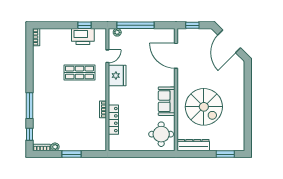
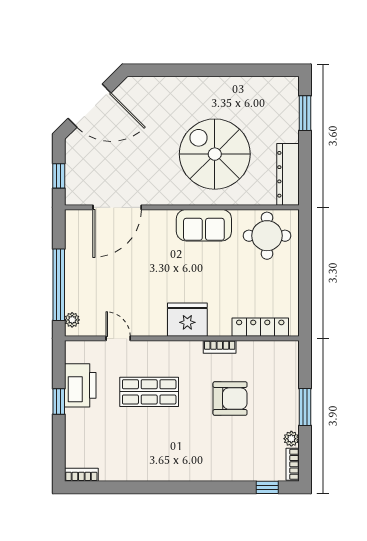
window: (85, 25) -> (59, 402), moved
shop shelf: (79, 73) -> (149, 392), turned 90
fridge: (117, 76) -> (187, 320), moved
window: (30, 106) -> (212, 487), removed
spiral stairs: (204, 107) -> (215, 154), turned -90
armchair: (76, 115) -> (230, 399), added
locker: (113, 120) -> (260, 327), moved

